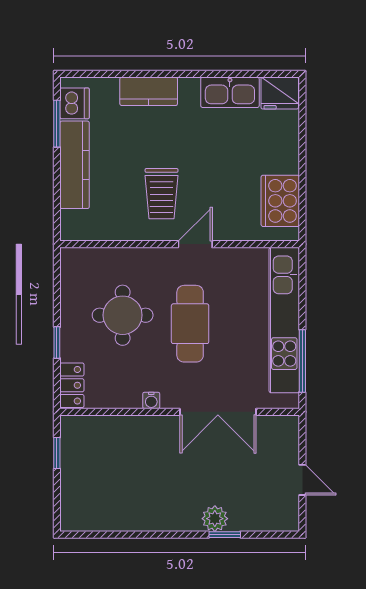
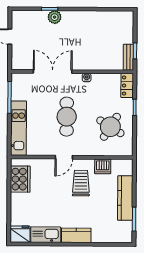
kitchen counter: (149, 91) -> (76, 235), moved
dishwasher: (75, 103) -> (103, 166), moved, turned -90
round table: (123, 315) -> (110, 127), moved, turned 32
kitchen unit: (284, 320) -> (19, 128), width x0.73
bench: (70, 441) -> (128, 57), added

